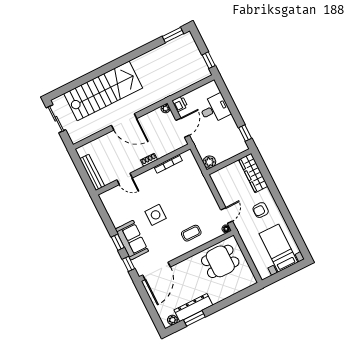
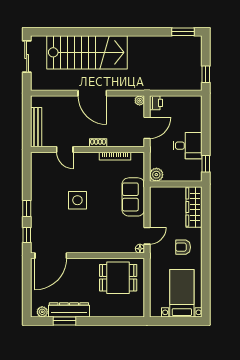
desk: (215, 109) -> (188, 146), moved
coffee table: (191, 233) -> (103, 236), removed
sofa: (132, 240) -> (133, 197), moved, turned 180

